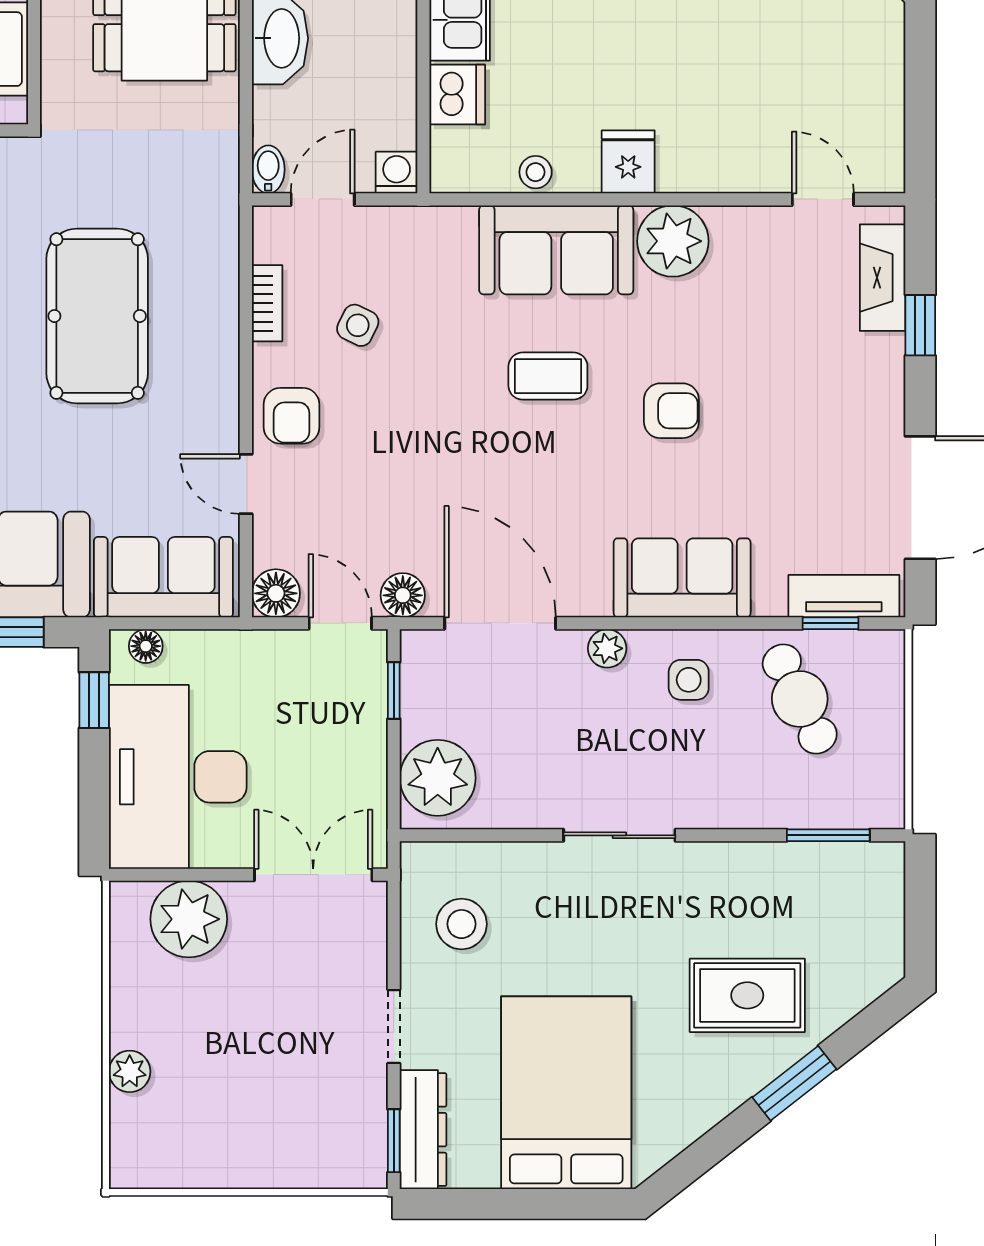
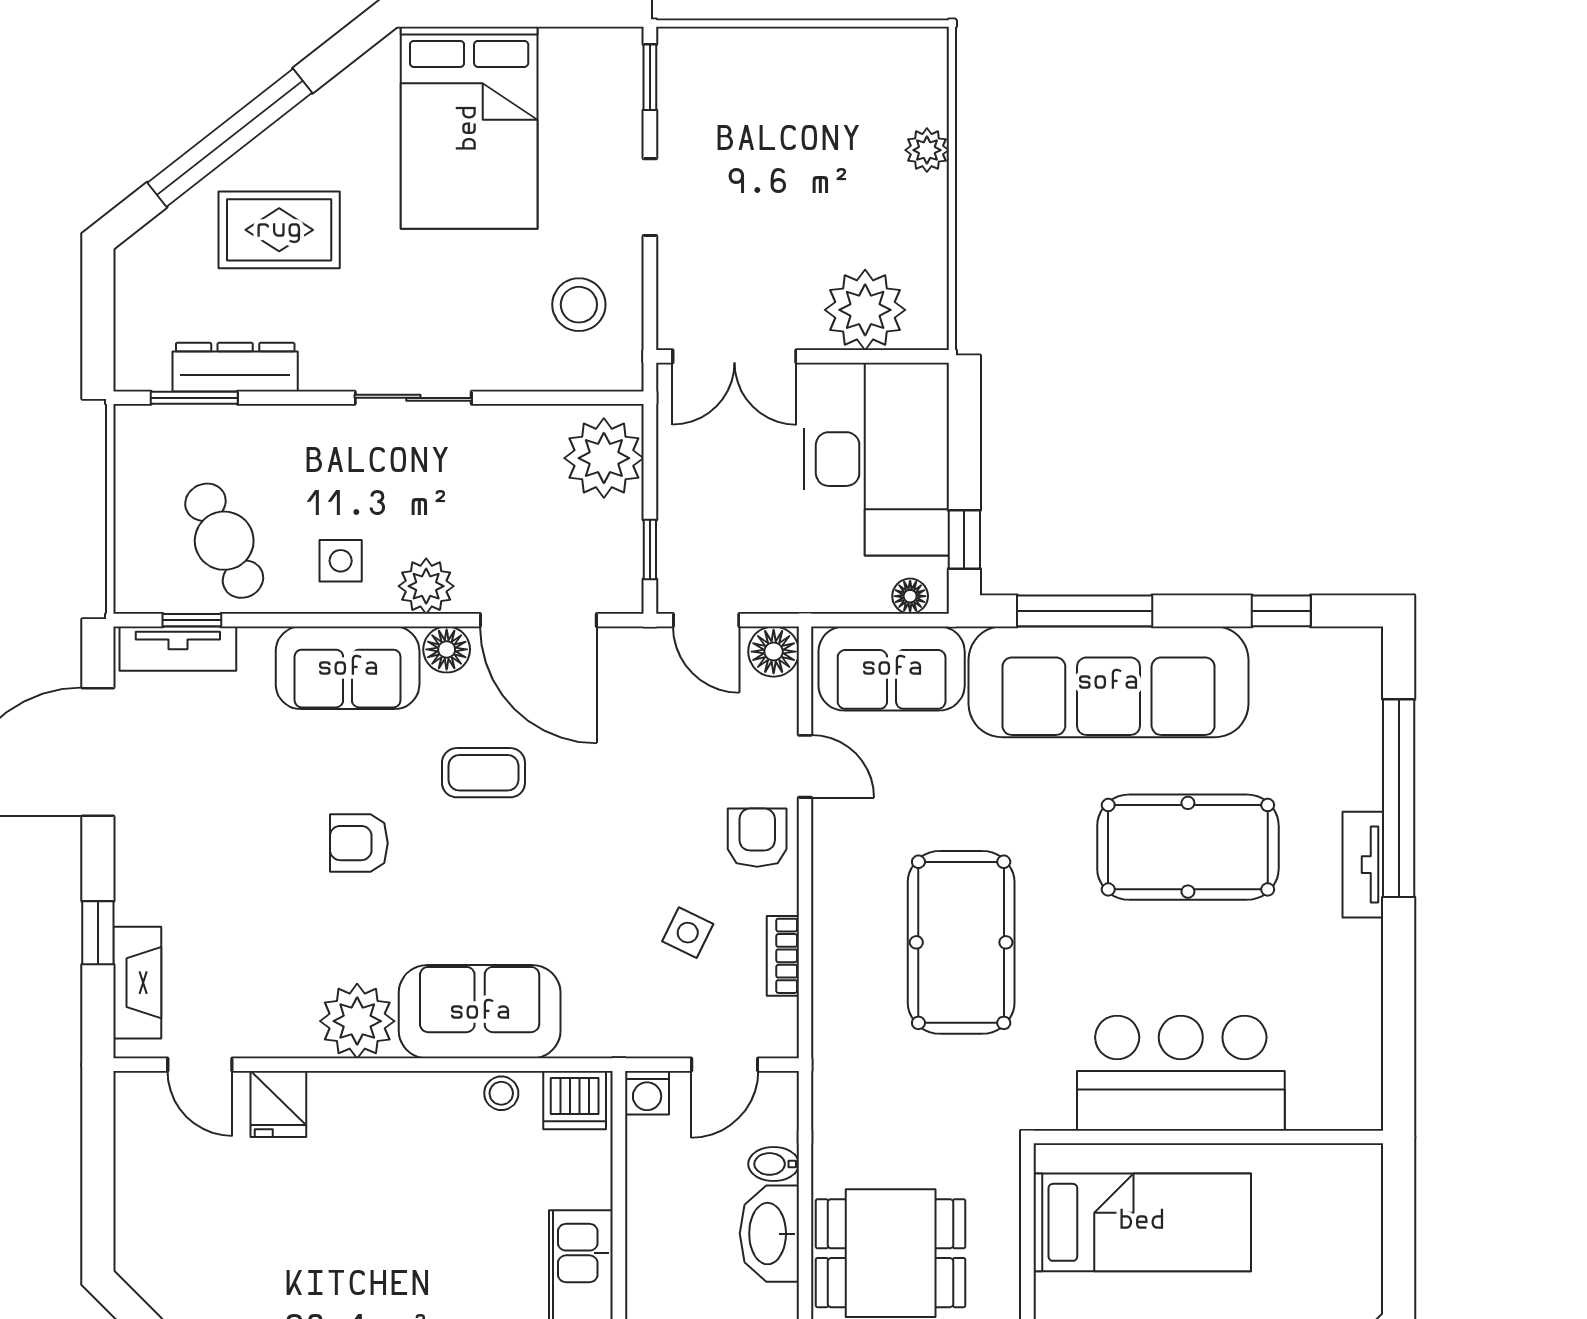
dishwasher: (457, 94) -> (575, 1100), moved, turned -90
fridge: (628, 162) -> (278, 1104), moved
bidet: (268, 169) -> (774, 1164), moved, turned 90
coffee table: (548, 376) -> (483, 773), moved
floor lamp: (403, 595) -> (447, 649), moved
plant: (607, 648) -> (426, 586), width x1.38, depth x1.38
window: (794, 1083) -> (230, 138), width x2.11
dresser: (423, 1130) -> (235, 367), moved, turned 90

